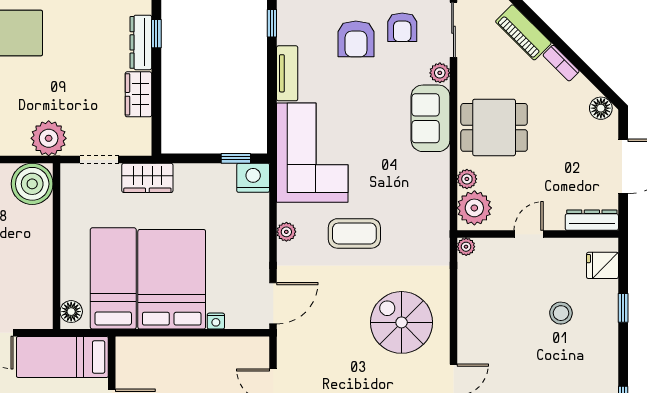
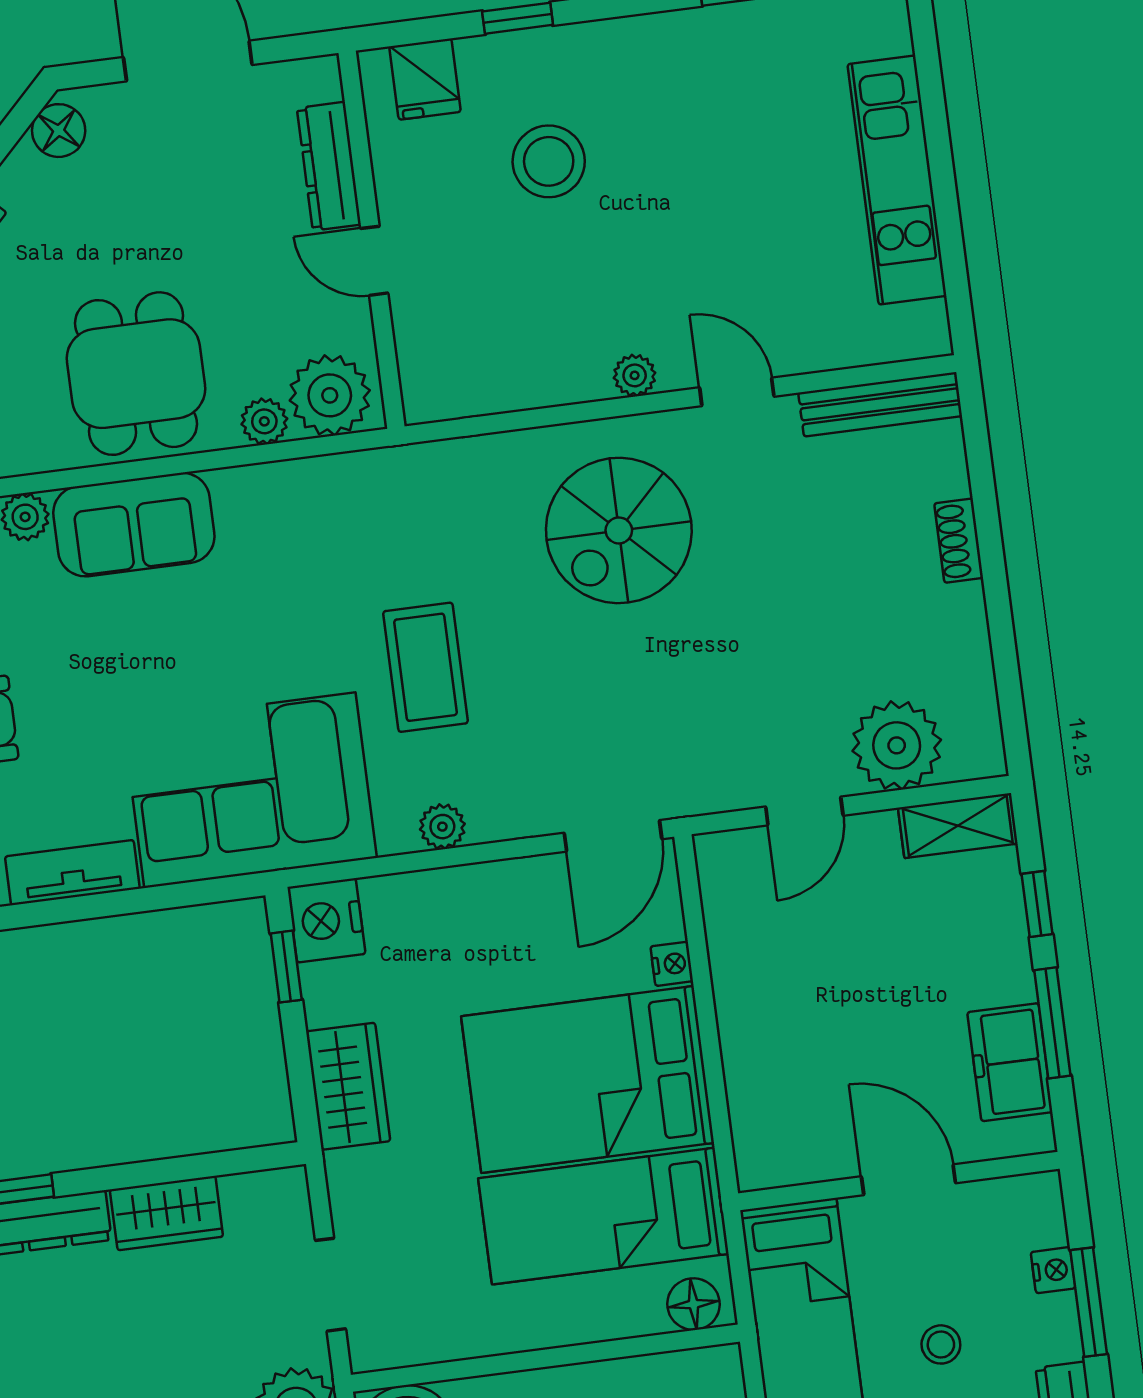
wardrobe: (147, 178) -> (348, 1086), moved
dresser: (592, 220) -> (329, 166), moved
plant: (466, 247) -> (635, 375), moved
door: (273, 303) -> (613, 836), swing flipped
stool: (561, 313) -> (549, 161), width x1.38, depth x1.38

